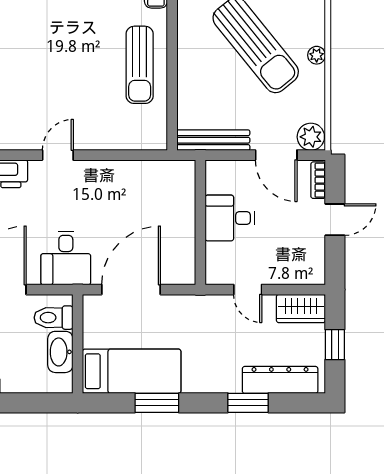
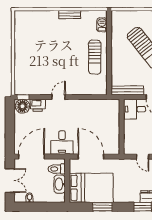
desk: (230, 218) -> (135, 109), moved
door: (131, 290) -> (91, 157), hinge flipped
bed: (132, 371) -> (91, 188), width x1.50

